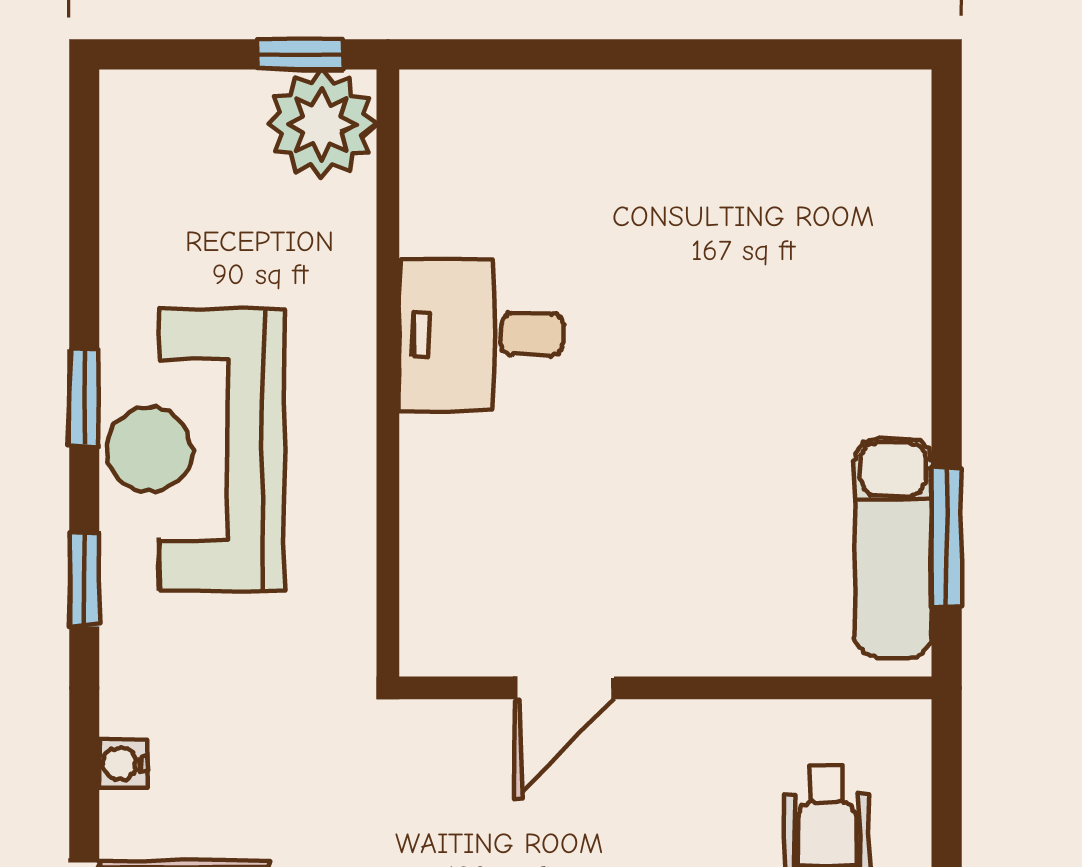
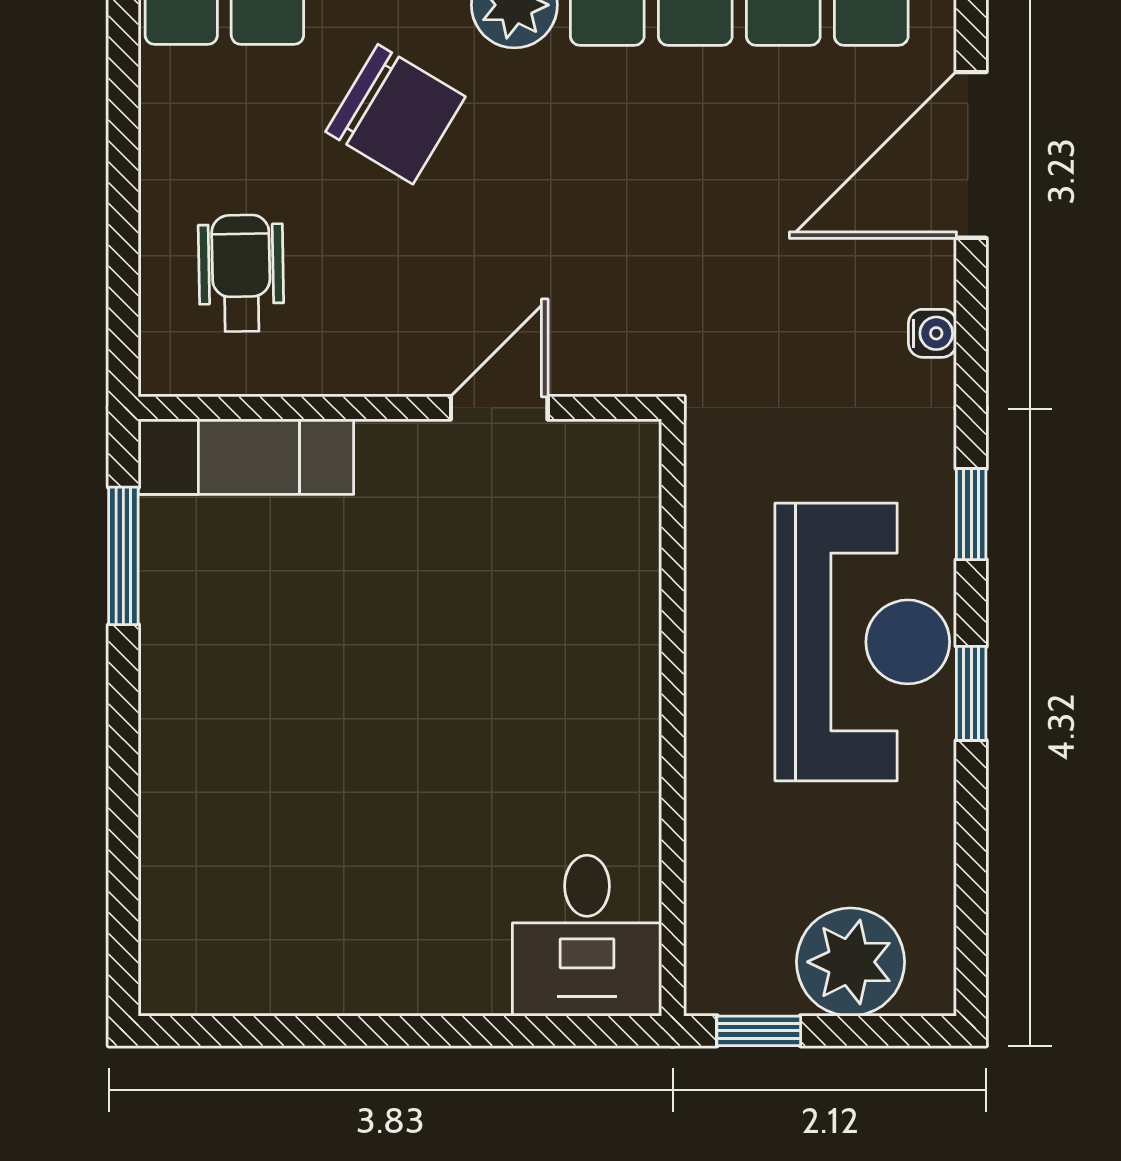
plant: (322, 124) -> (850, 962), moved
desk: (481, 334) -> (587, 936), moved, turned 90
exam couch: (893, 548) -> (246, 457), moved, turned 90

